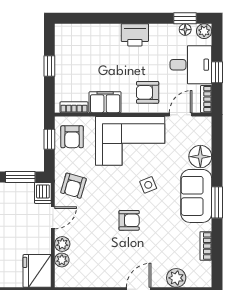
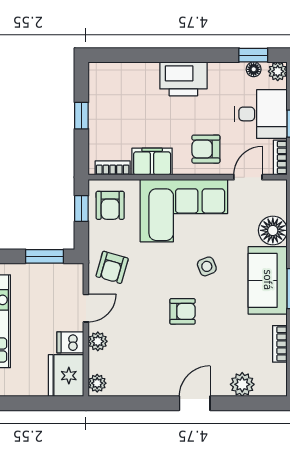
printer: (135, 35) -> (183, 79), width x1.37, depth x1.19
dishwasher: (43, 193) -> (70, 342), moved, turned 90
plant: (62, 260) -> (97, 383), moved

